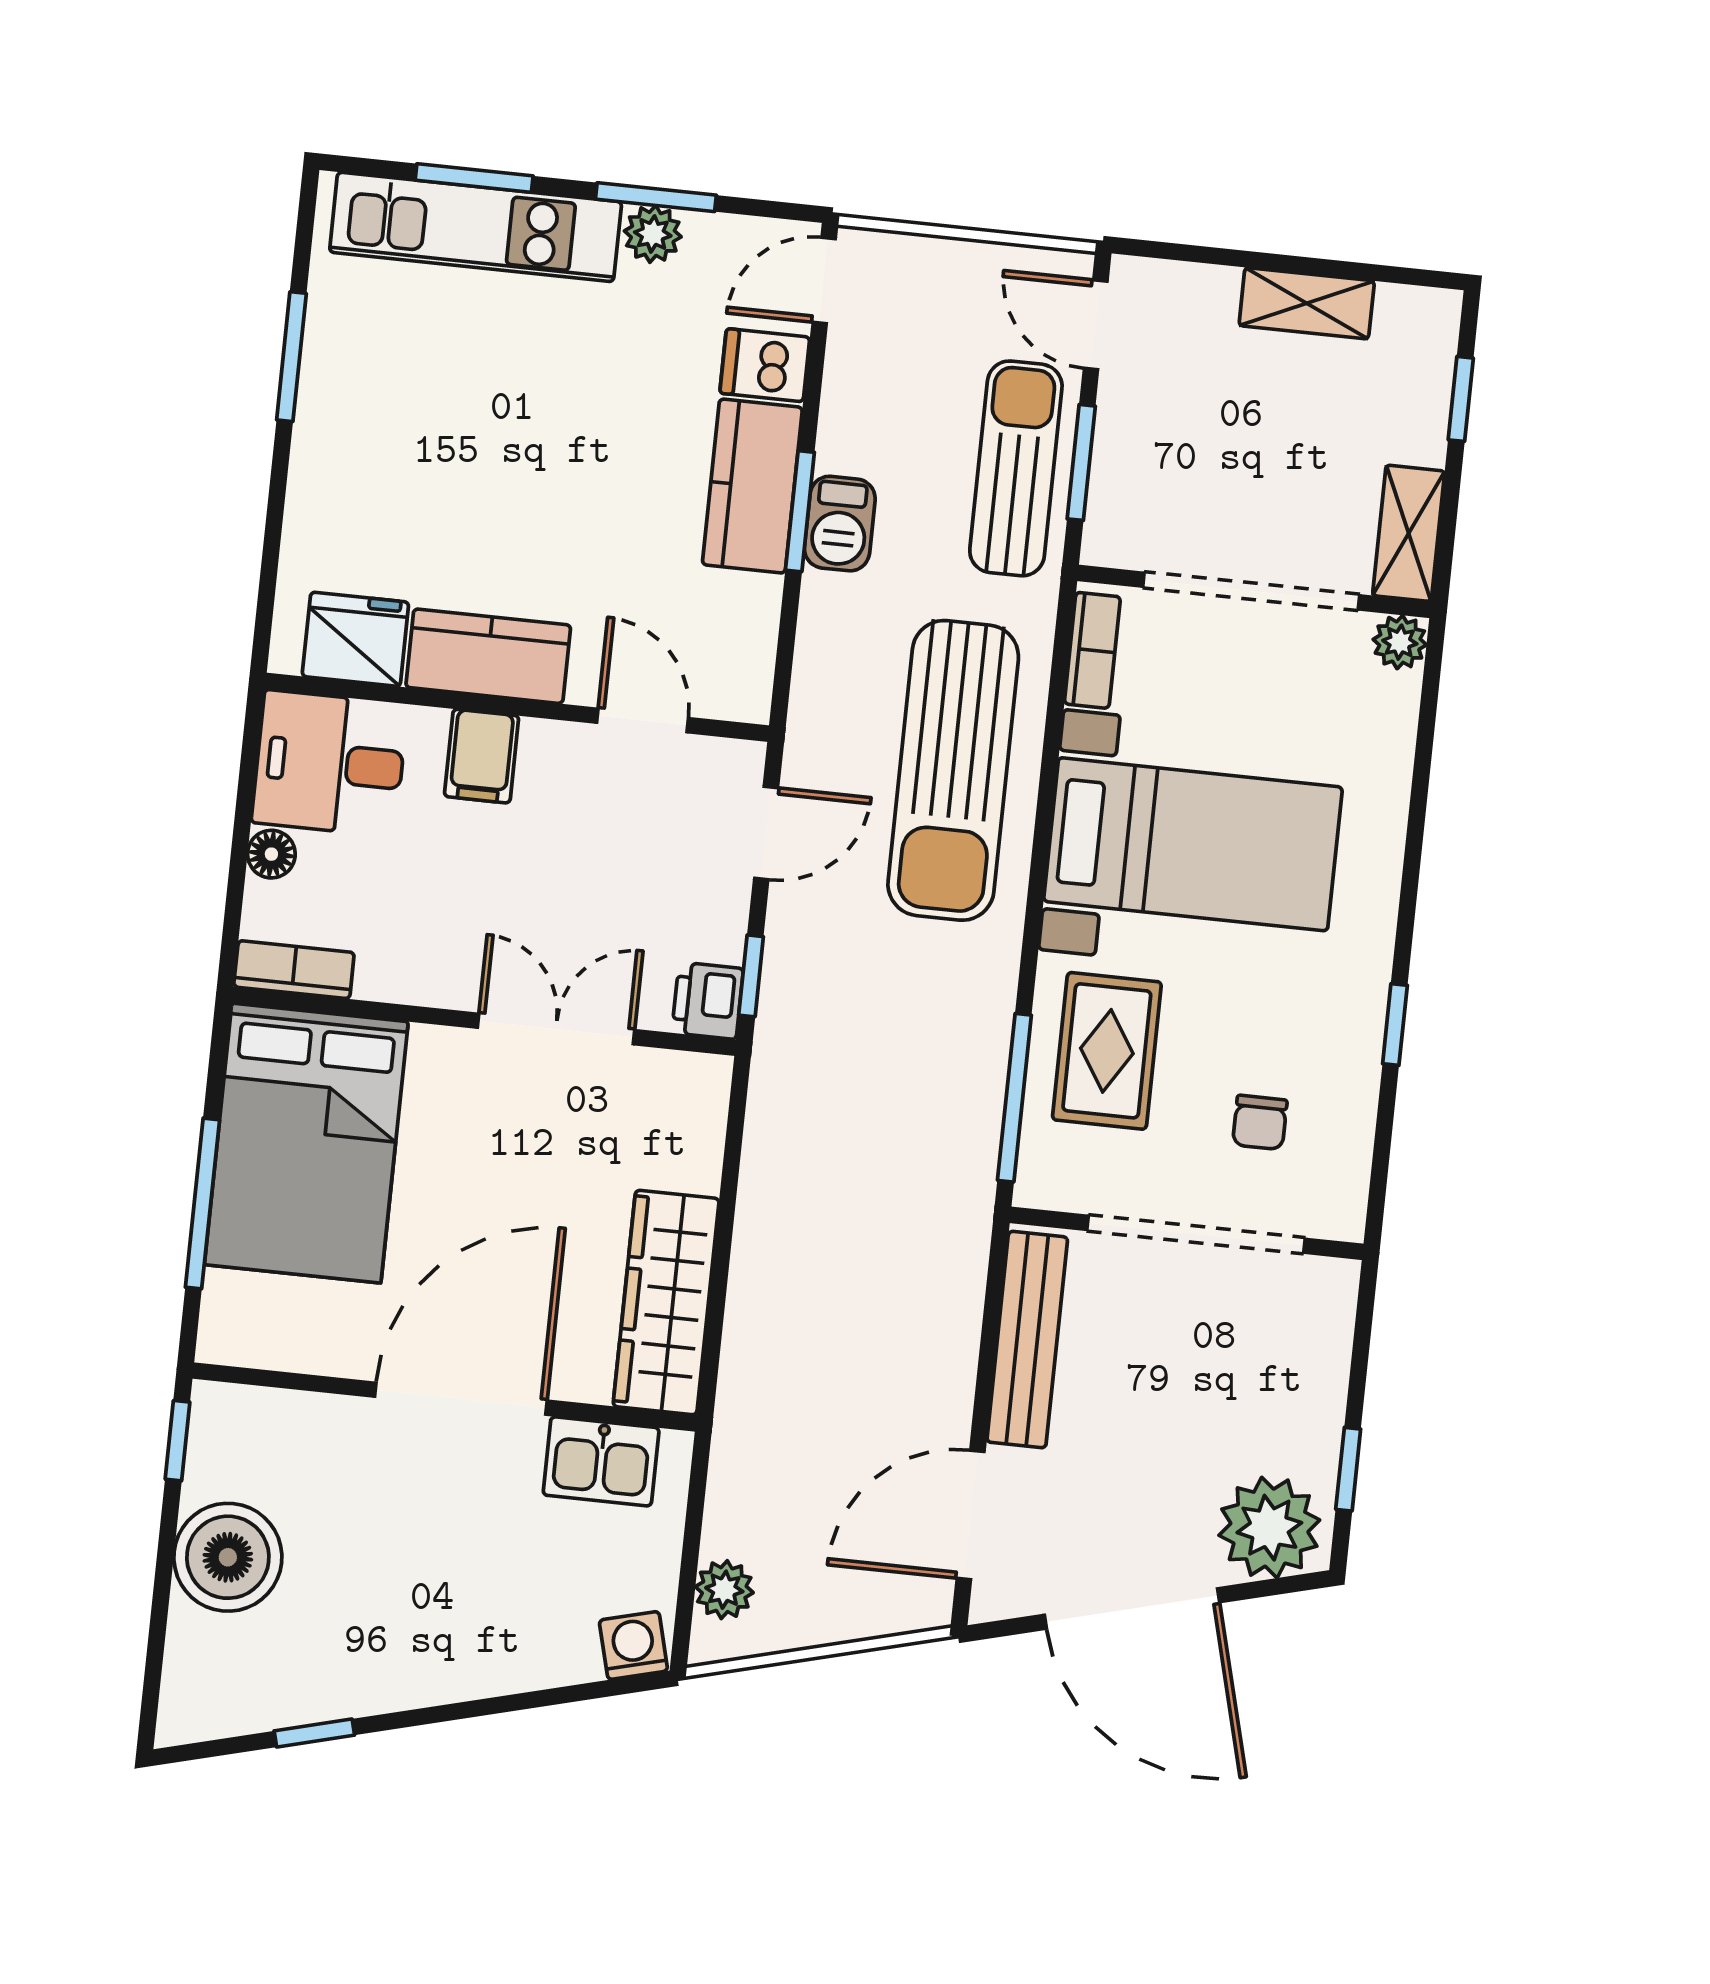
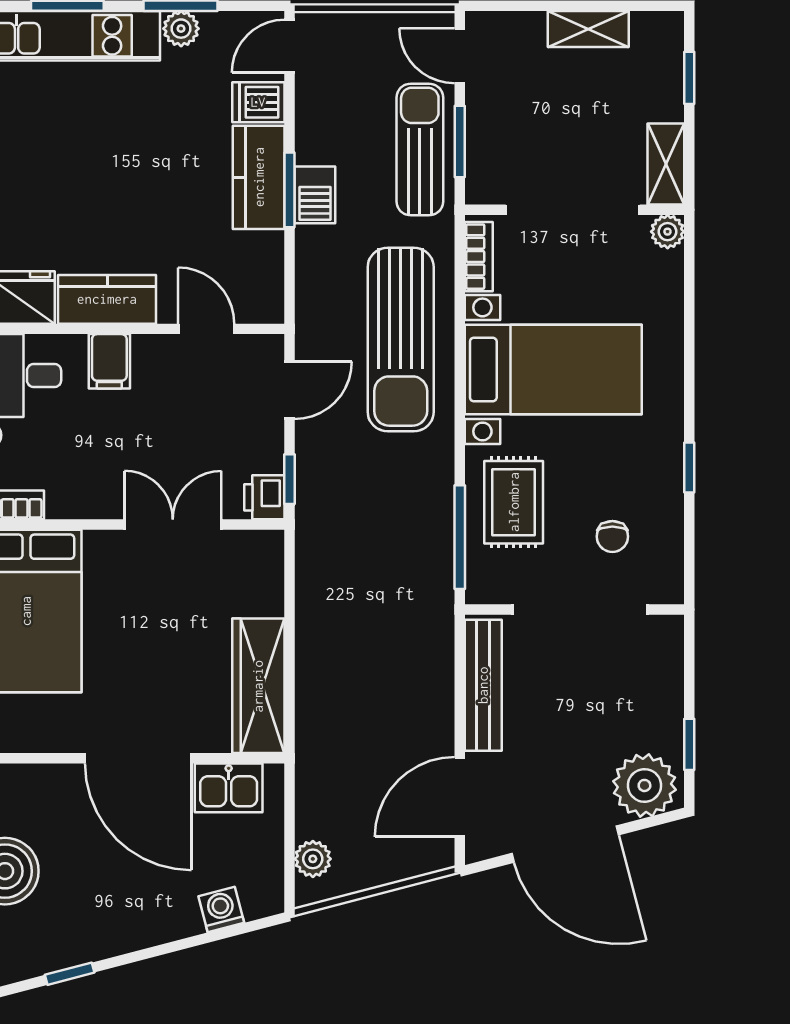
door: (461, 1399) -> (138, 758), swing flipped
washing machine: (633, 1645) -> (221, 909), moved

